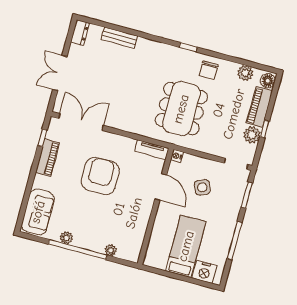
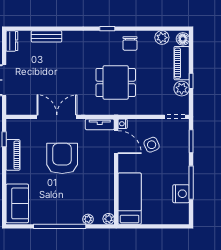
dining table: (181, 109) -> (116, 82), width x0.73
double door: (81, 122) -> (57, 117), moved
door: (161, 187) -> (116, 142), moved
plant: (66, 238) -> (109, 219), moved
bed: (186, 246) -> (130, 199), moved
nightstand: (204, 272) -> (181, 194), moved, turned -90

